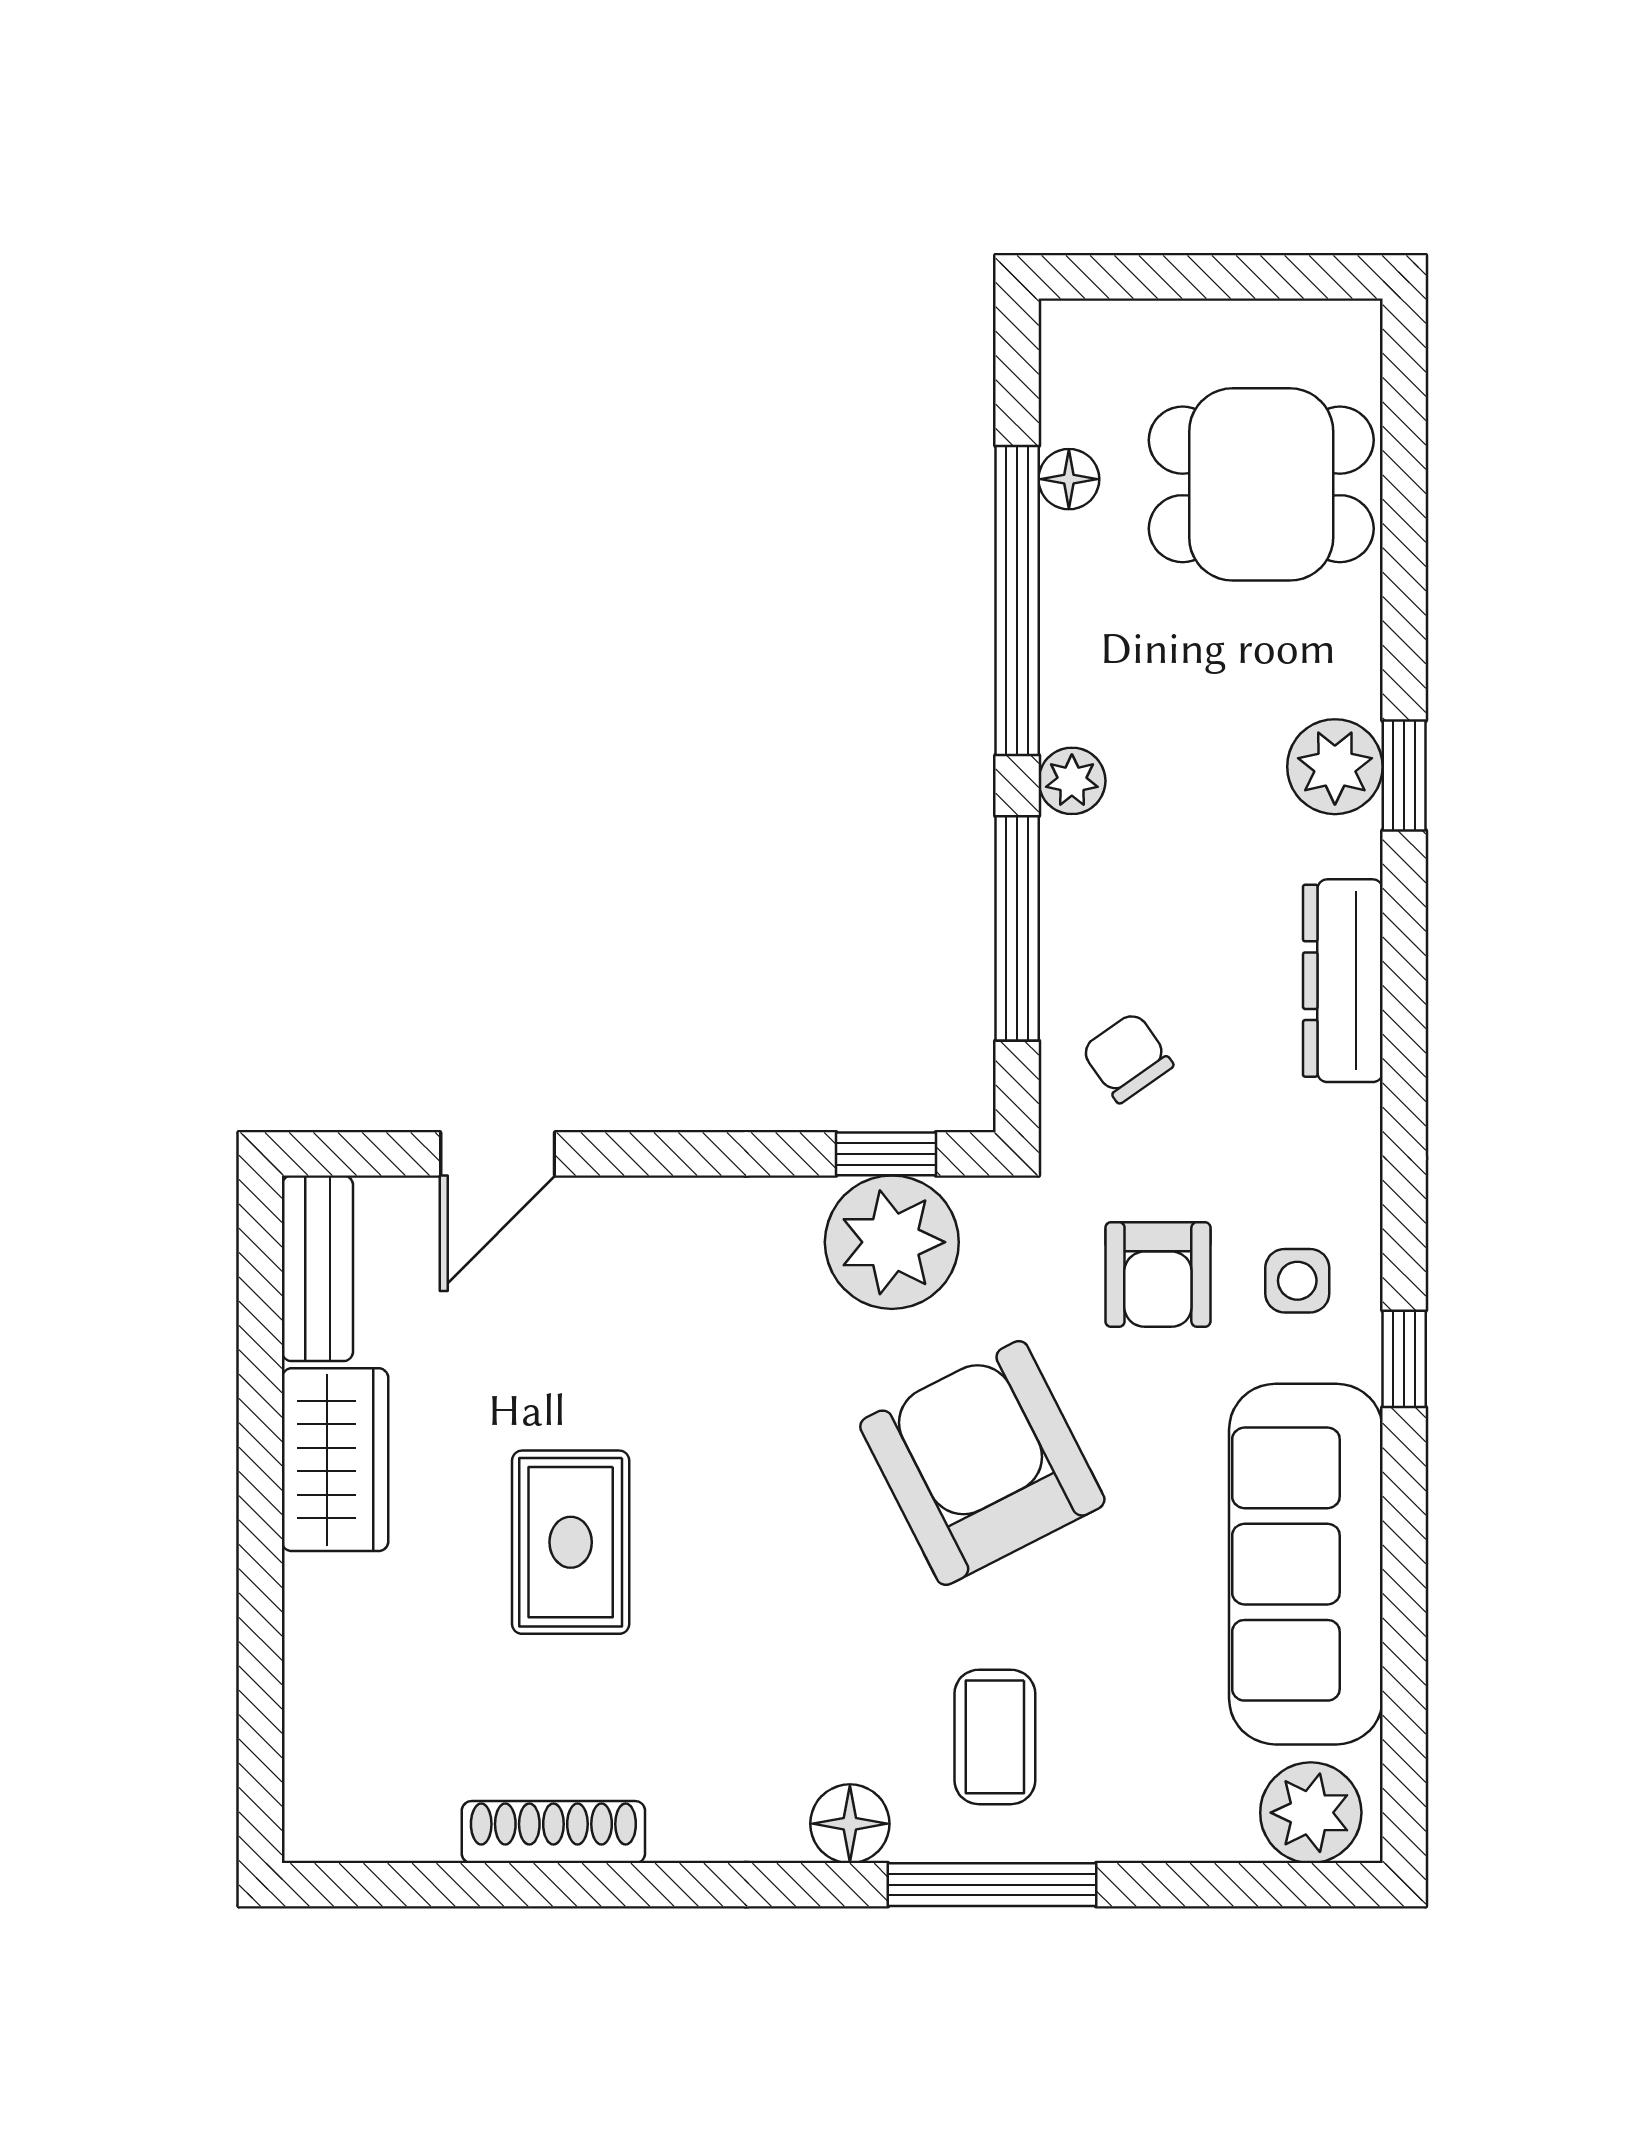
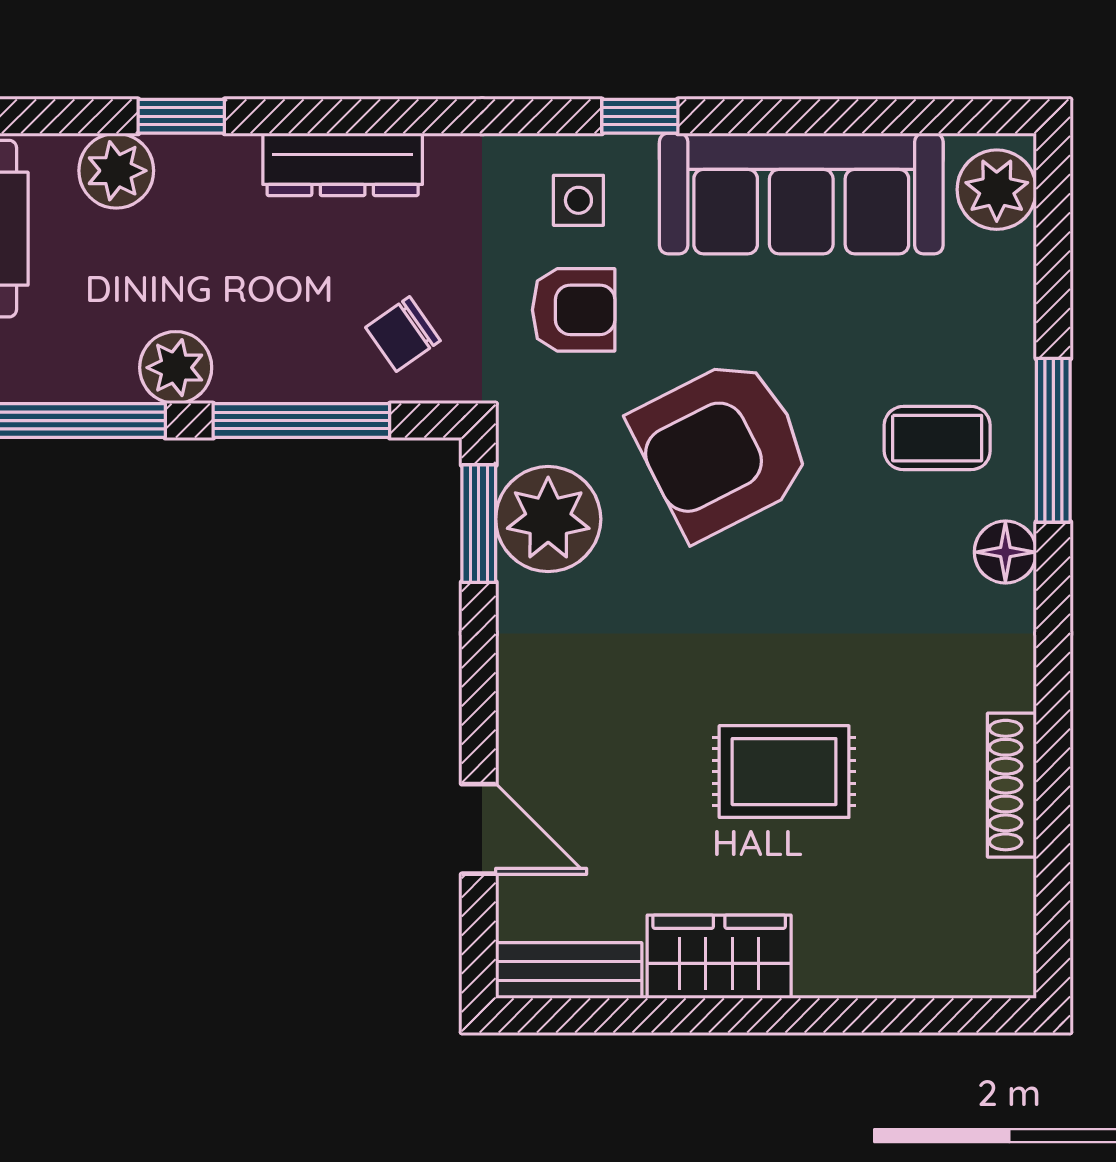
plant: (1335, 767) -> (116, 171), moved
plant: (1072, 781) -> (176, 368), width x1.38, depth x1.38
window: (886, 1154) -> (479, 524), width x1.50

